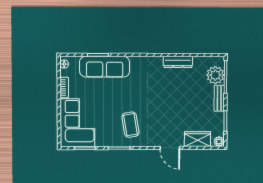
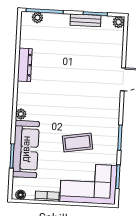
plant: (135, 61) -> (21, 114), added
plant: (215, 75) -> (37, 18), width x0.53, depth x0.53
bench: (219, 98) -> (86, 20), moved
coffee table: (130, 125) -> (77, 143), moved
wardrobe: (197, 139) -> (114, 47), removed

